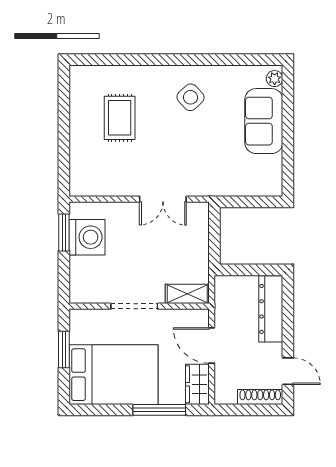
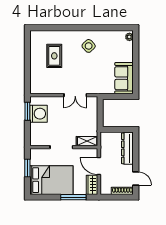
sofa: (264, 121) -> (124, 78), moved

